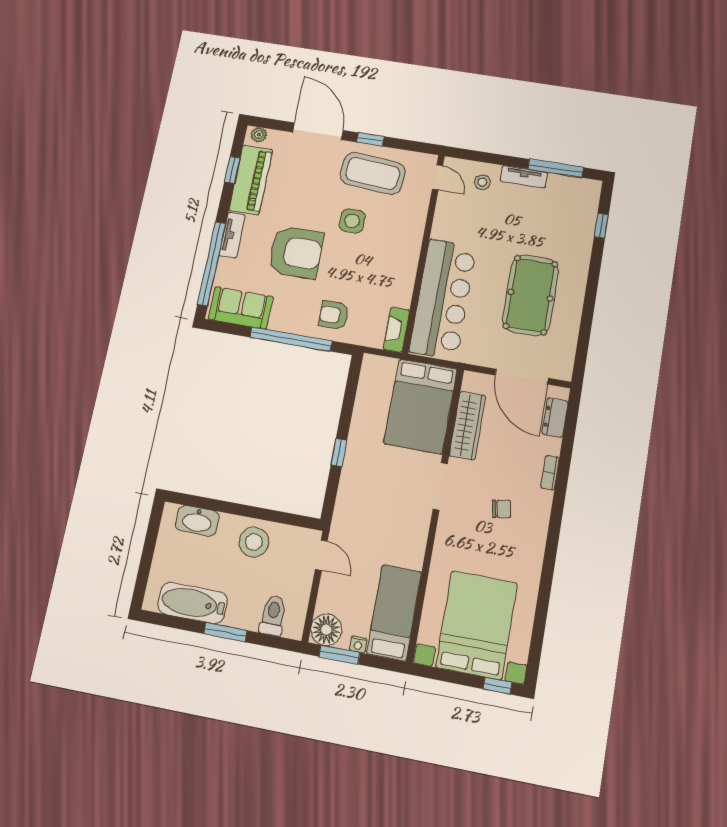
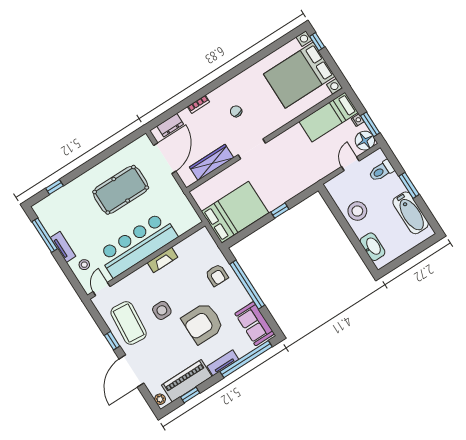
armchair: (296, 252) -> (203, 323), turned -90
bar counter: (443, 299) -> (138, 245), moved
fireplace: (396, 330) -> (162, 260), moved
bed: (421, 406) -> (235, 212), moved
door: (321, 555) -> (350, 164), moved

